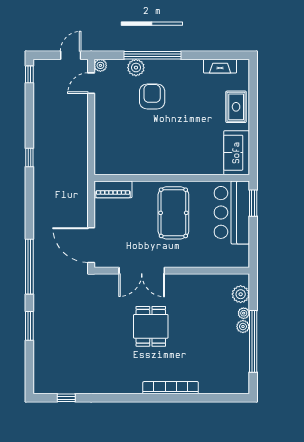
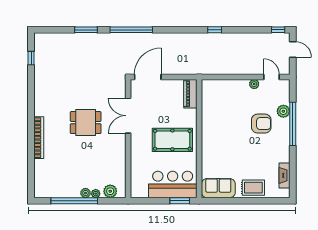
door: (71, 55) -> (293, 50), moved
plant: (100, 65) -> (254, 84), moved

